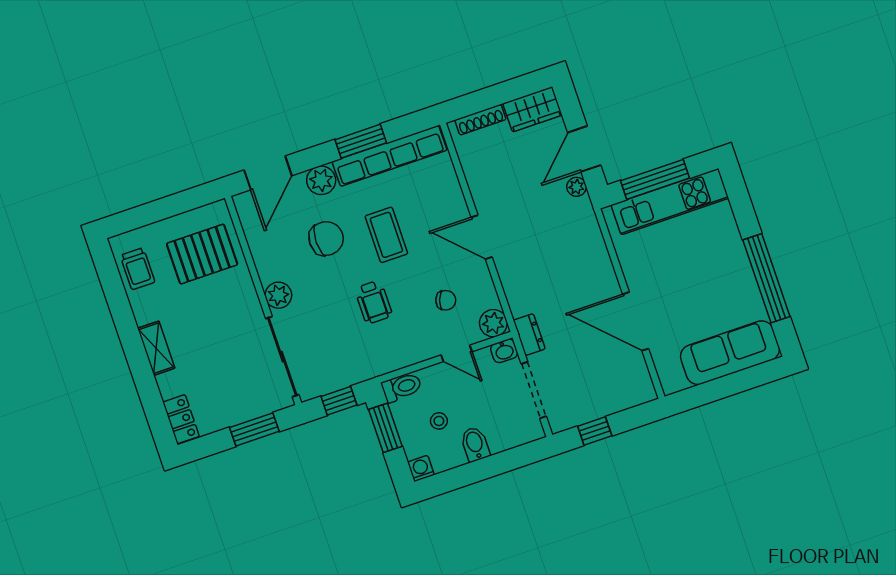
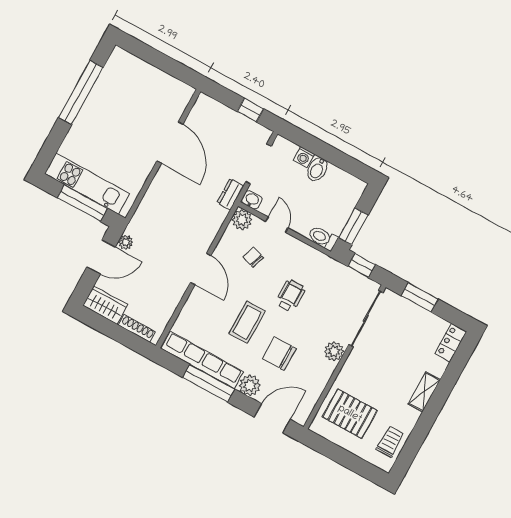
window: (361, 141) -> (209, 383), width x1.44
sofa: (730, 353) -> (140, 75), removed
stool: (439, 421) -> (323, 201), removed
washing machine: (421, 469) -> (304, 157), moved

